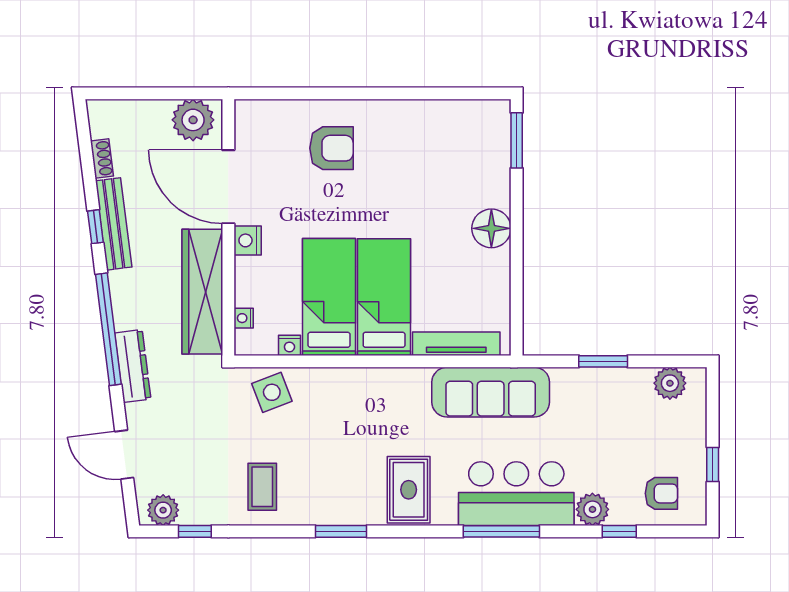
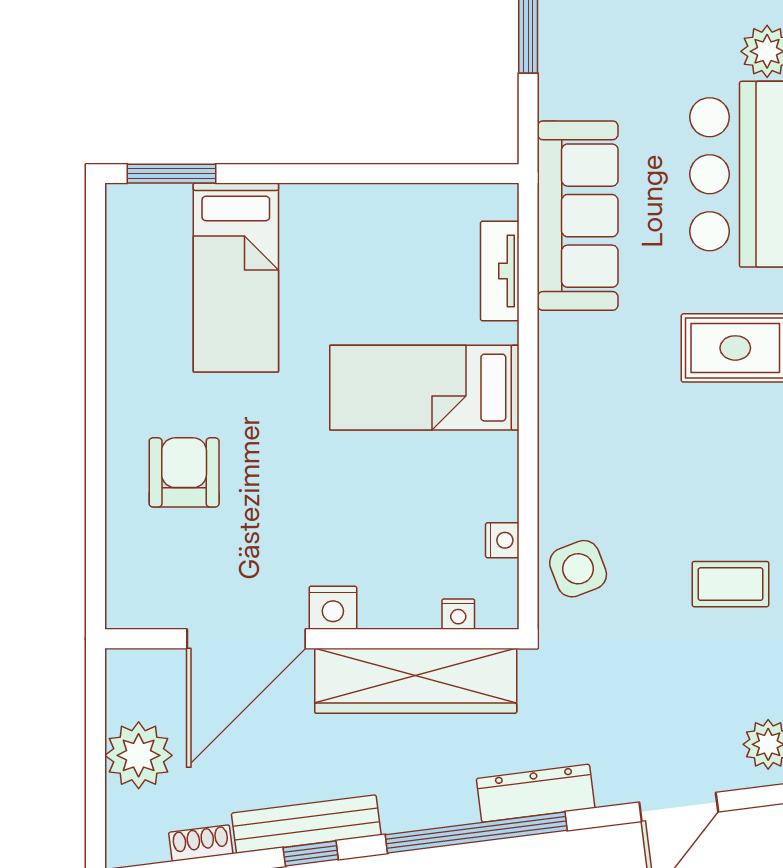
plant: (193, 120) -> (139, 755), moved
floor lamp: (491, 228) -> (314, 214), removed
bed: (329, 297) -> (236, 278), moved, turned -90
tv unit: (456, 344) -> (500, 271), width x0.71

